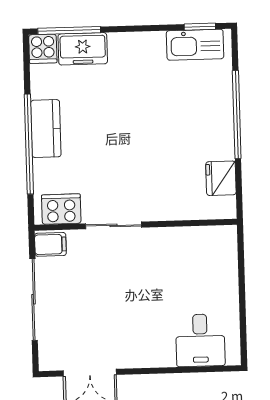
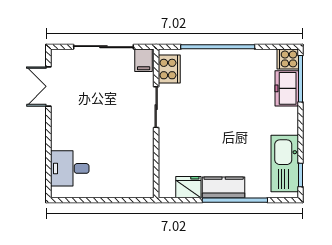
kitchen sink: (195, 45) -> (285, 164), width x1.36, depth x1.24
kitchen counter: (46, 129) -> (224, 187), moved, turned 180

